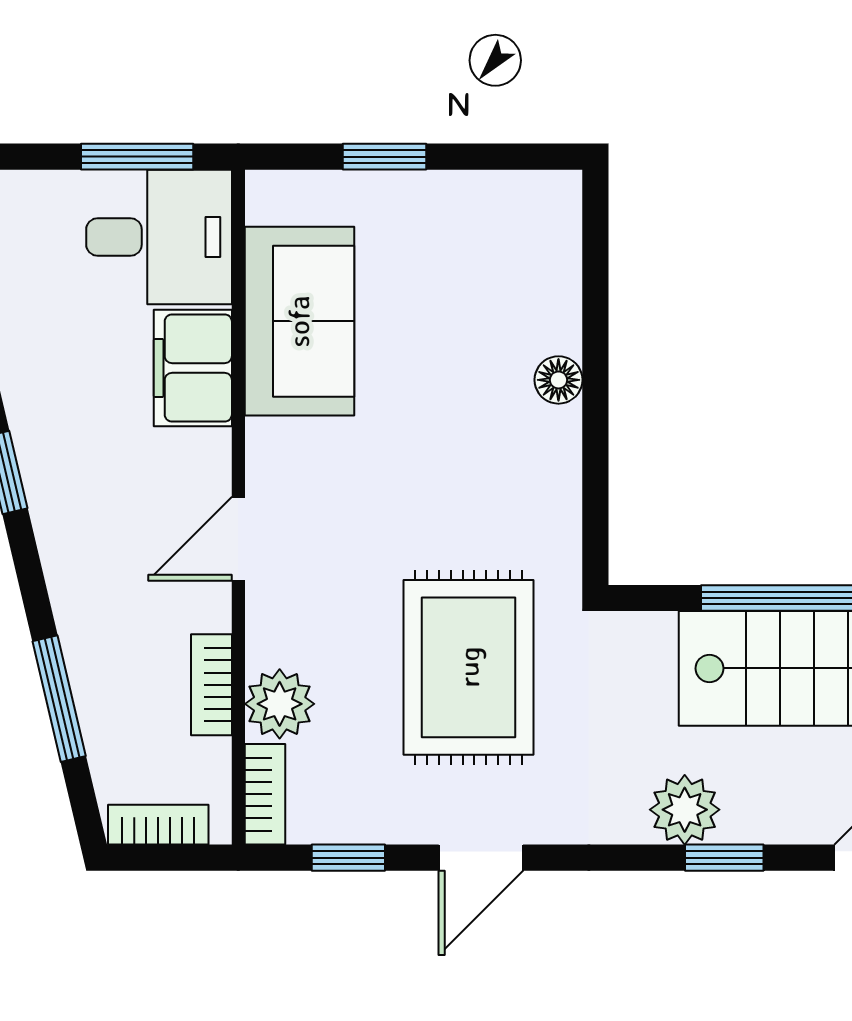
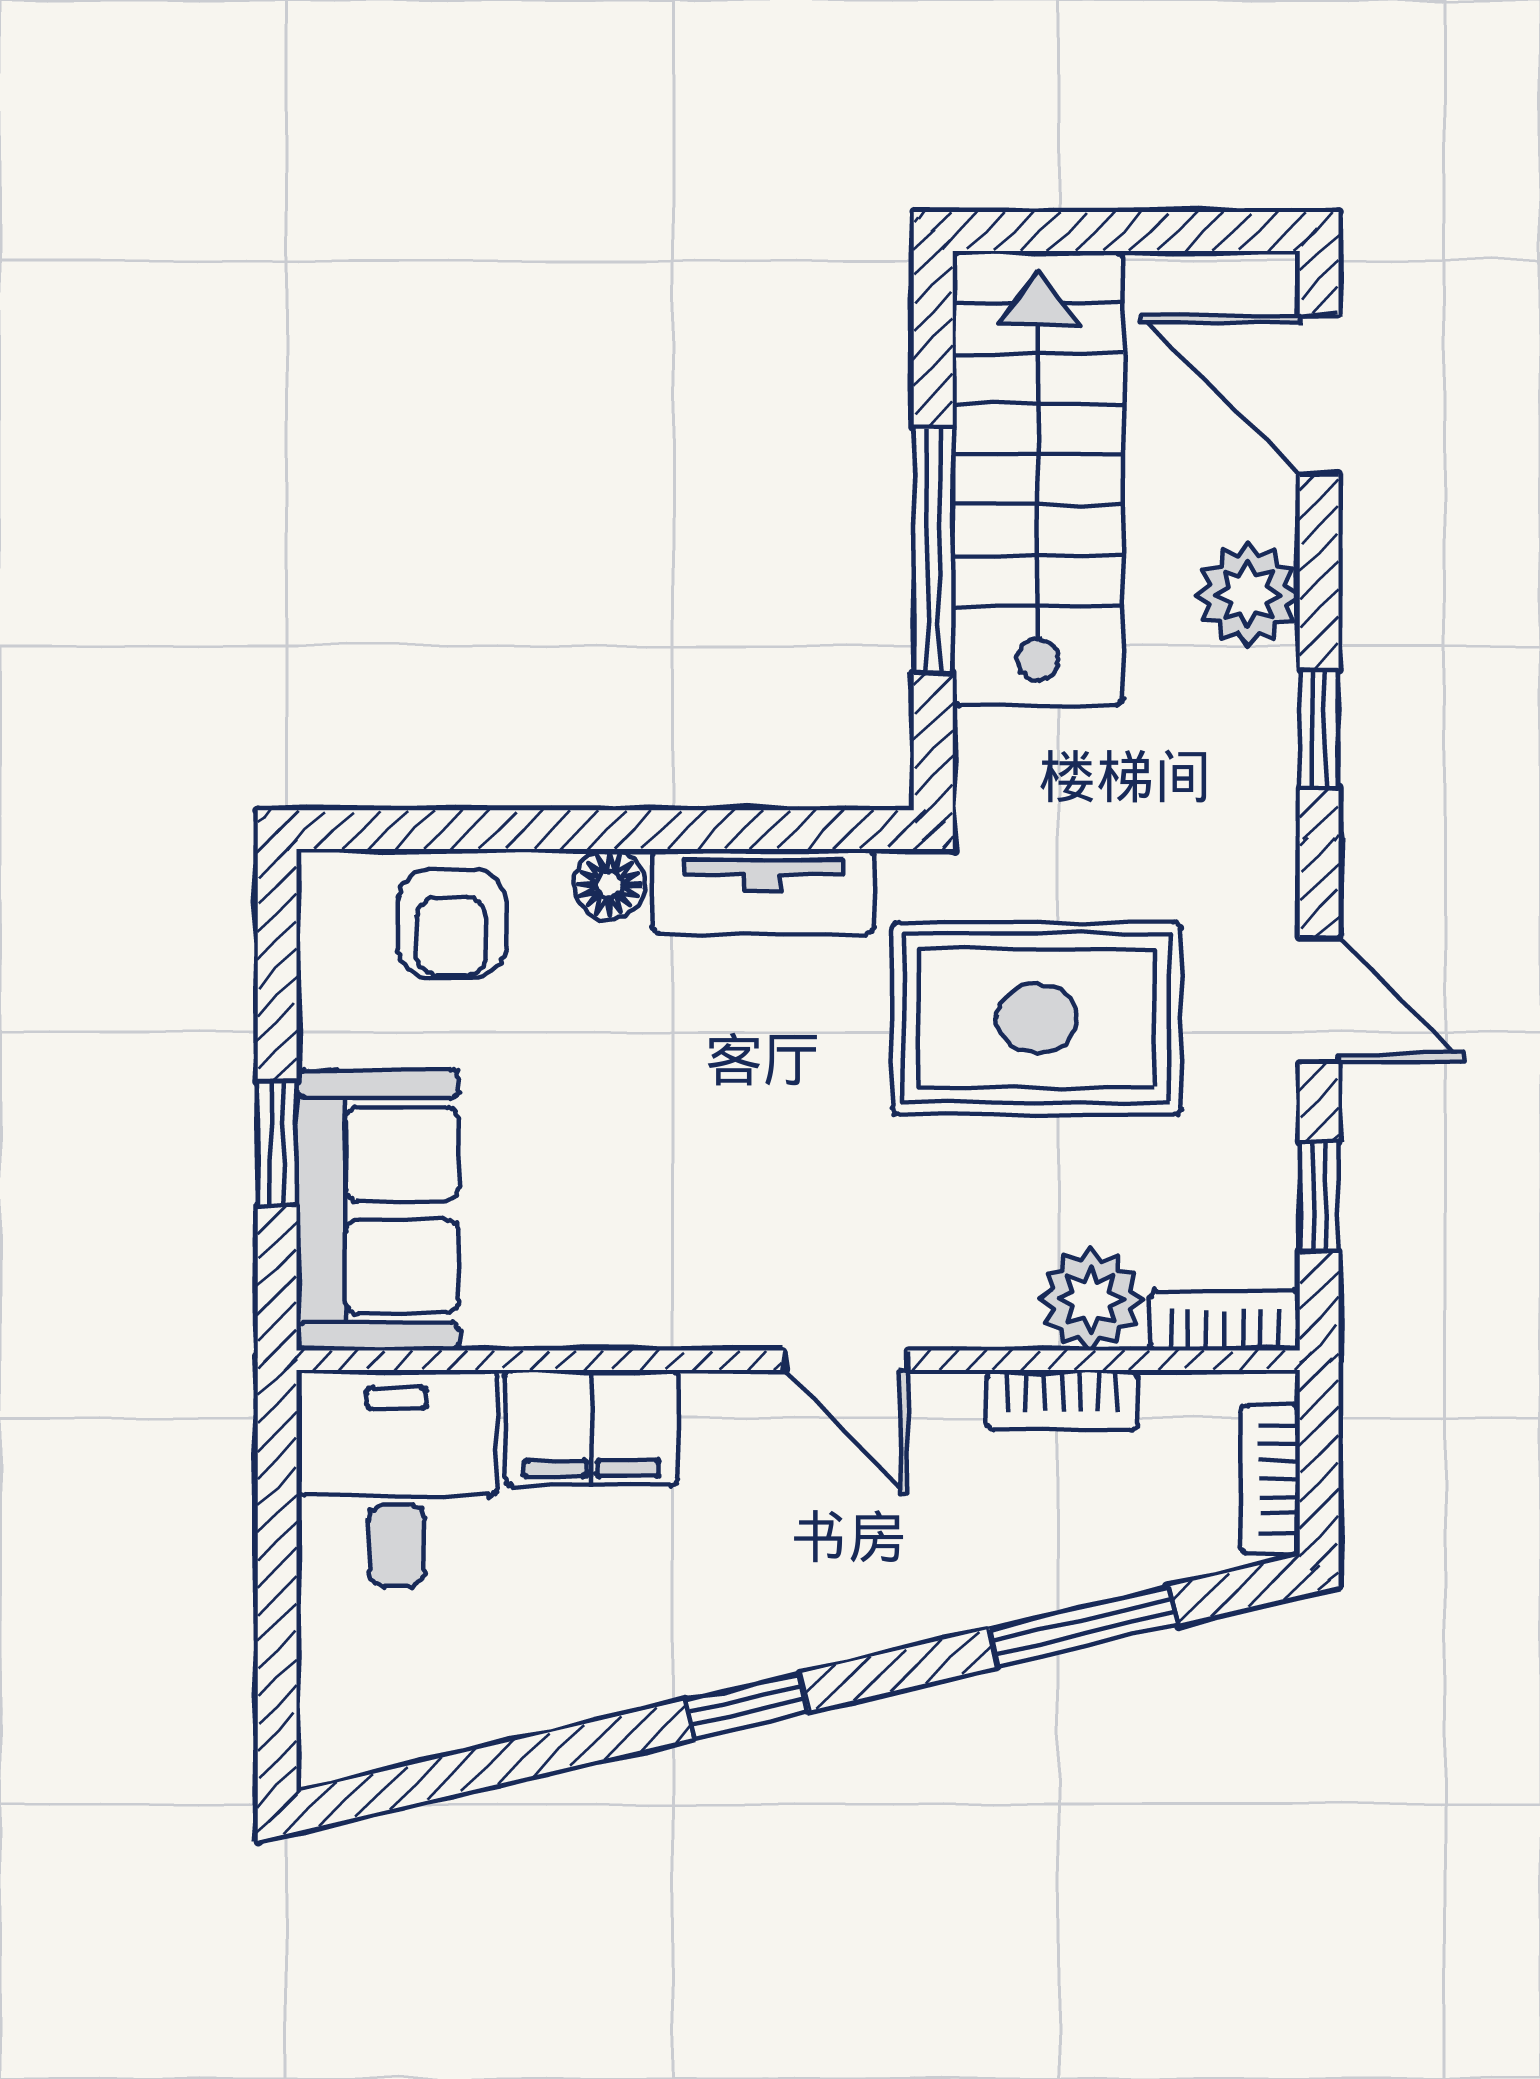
window: (137, 157) -> (277, 1511), removed
armchair: (532, 274) -> (452, 923), added
sofa: (299, 321) -> (378, 1210), moved, turned 90
tv unit: (554, 483) -> (763, 891), added
plant: (685, 810) -> (1248, 594), moved
window: (724, 858) -> (1319, 728), moved

